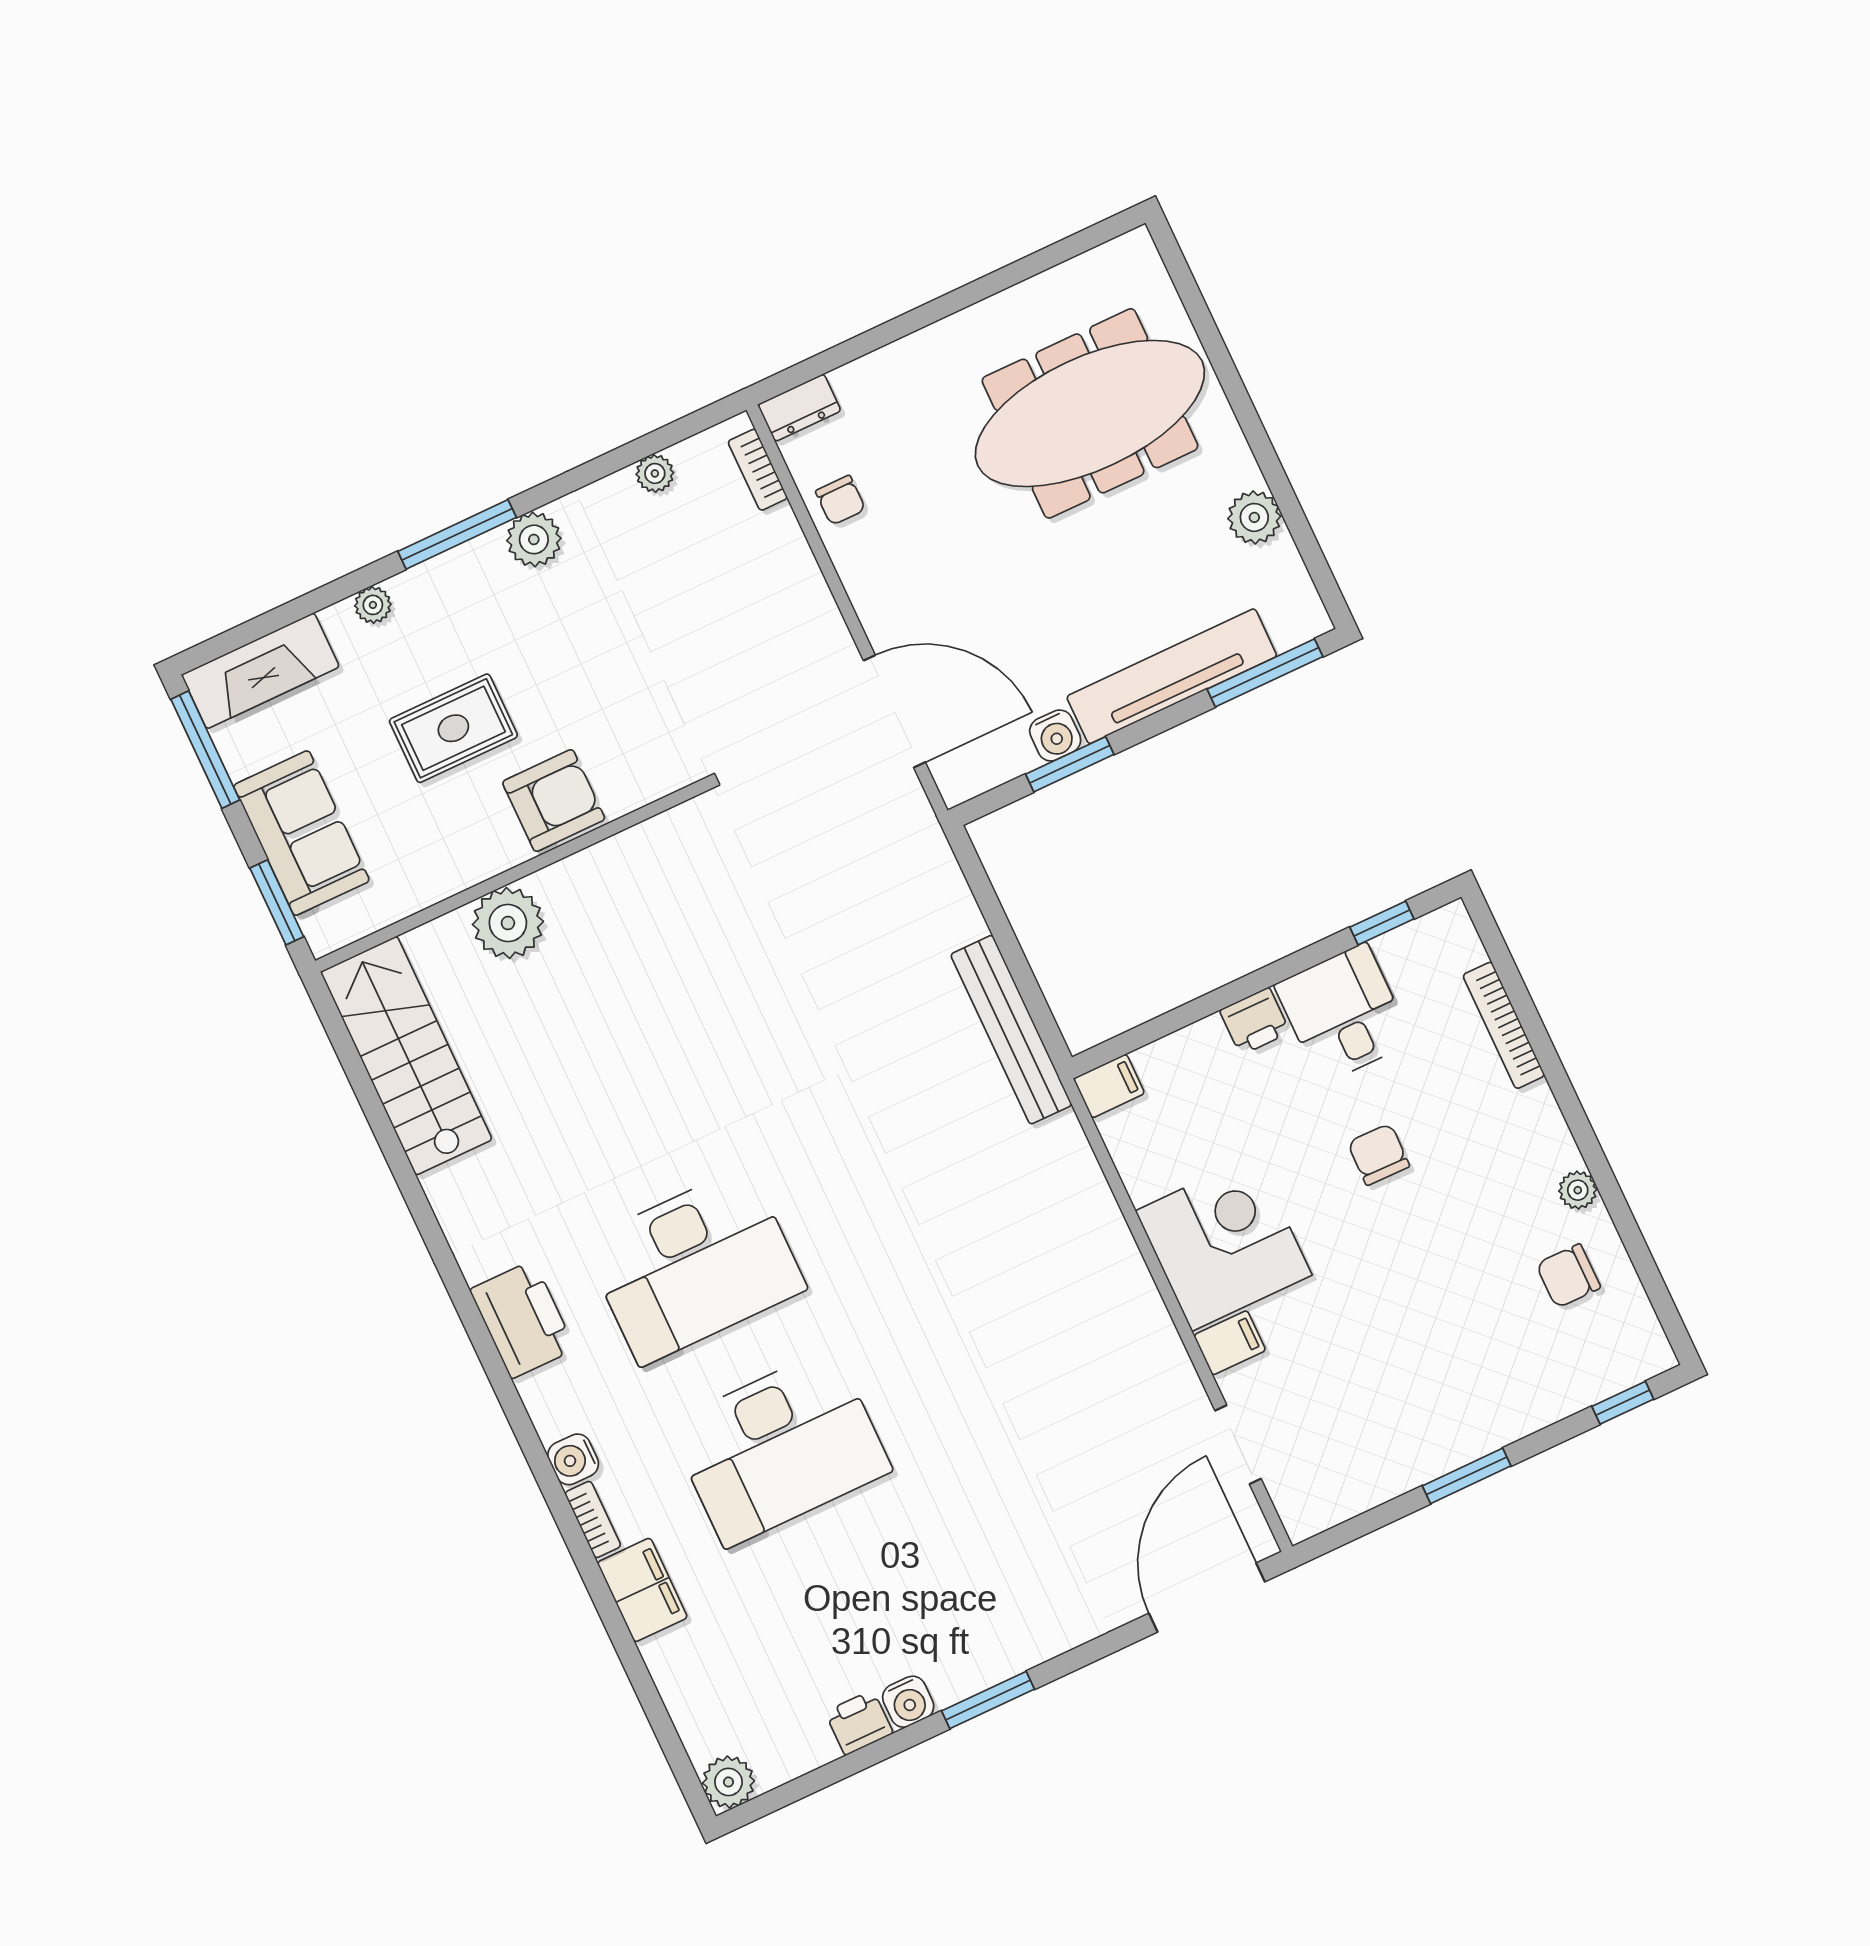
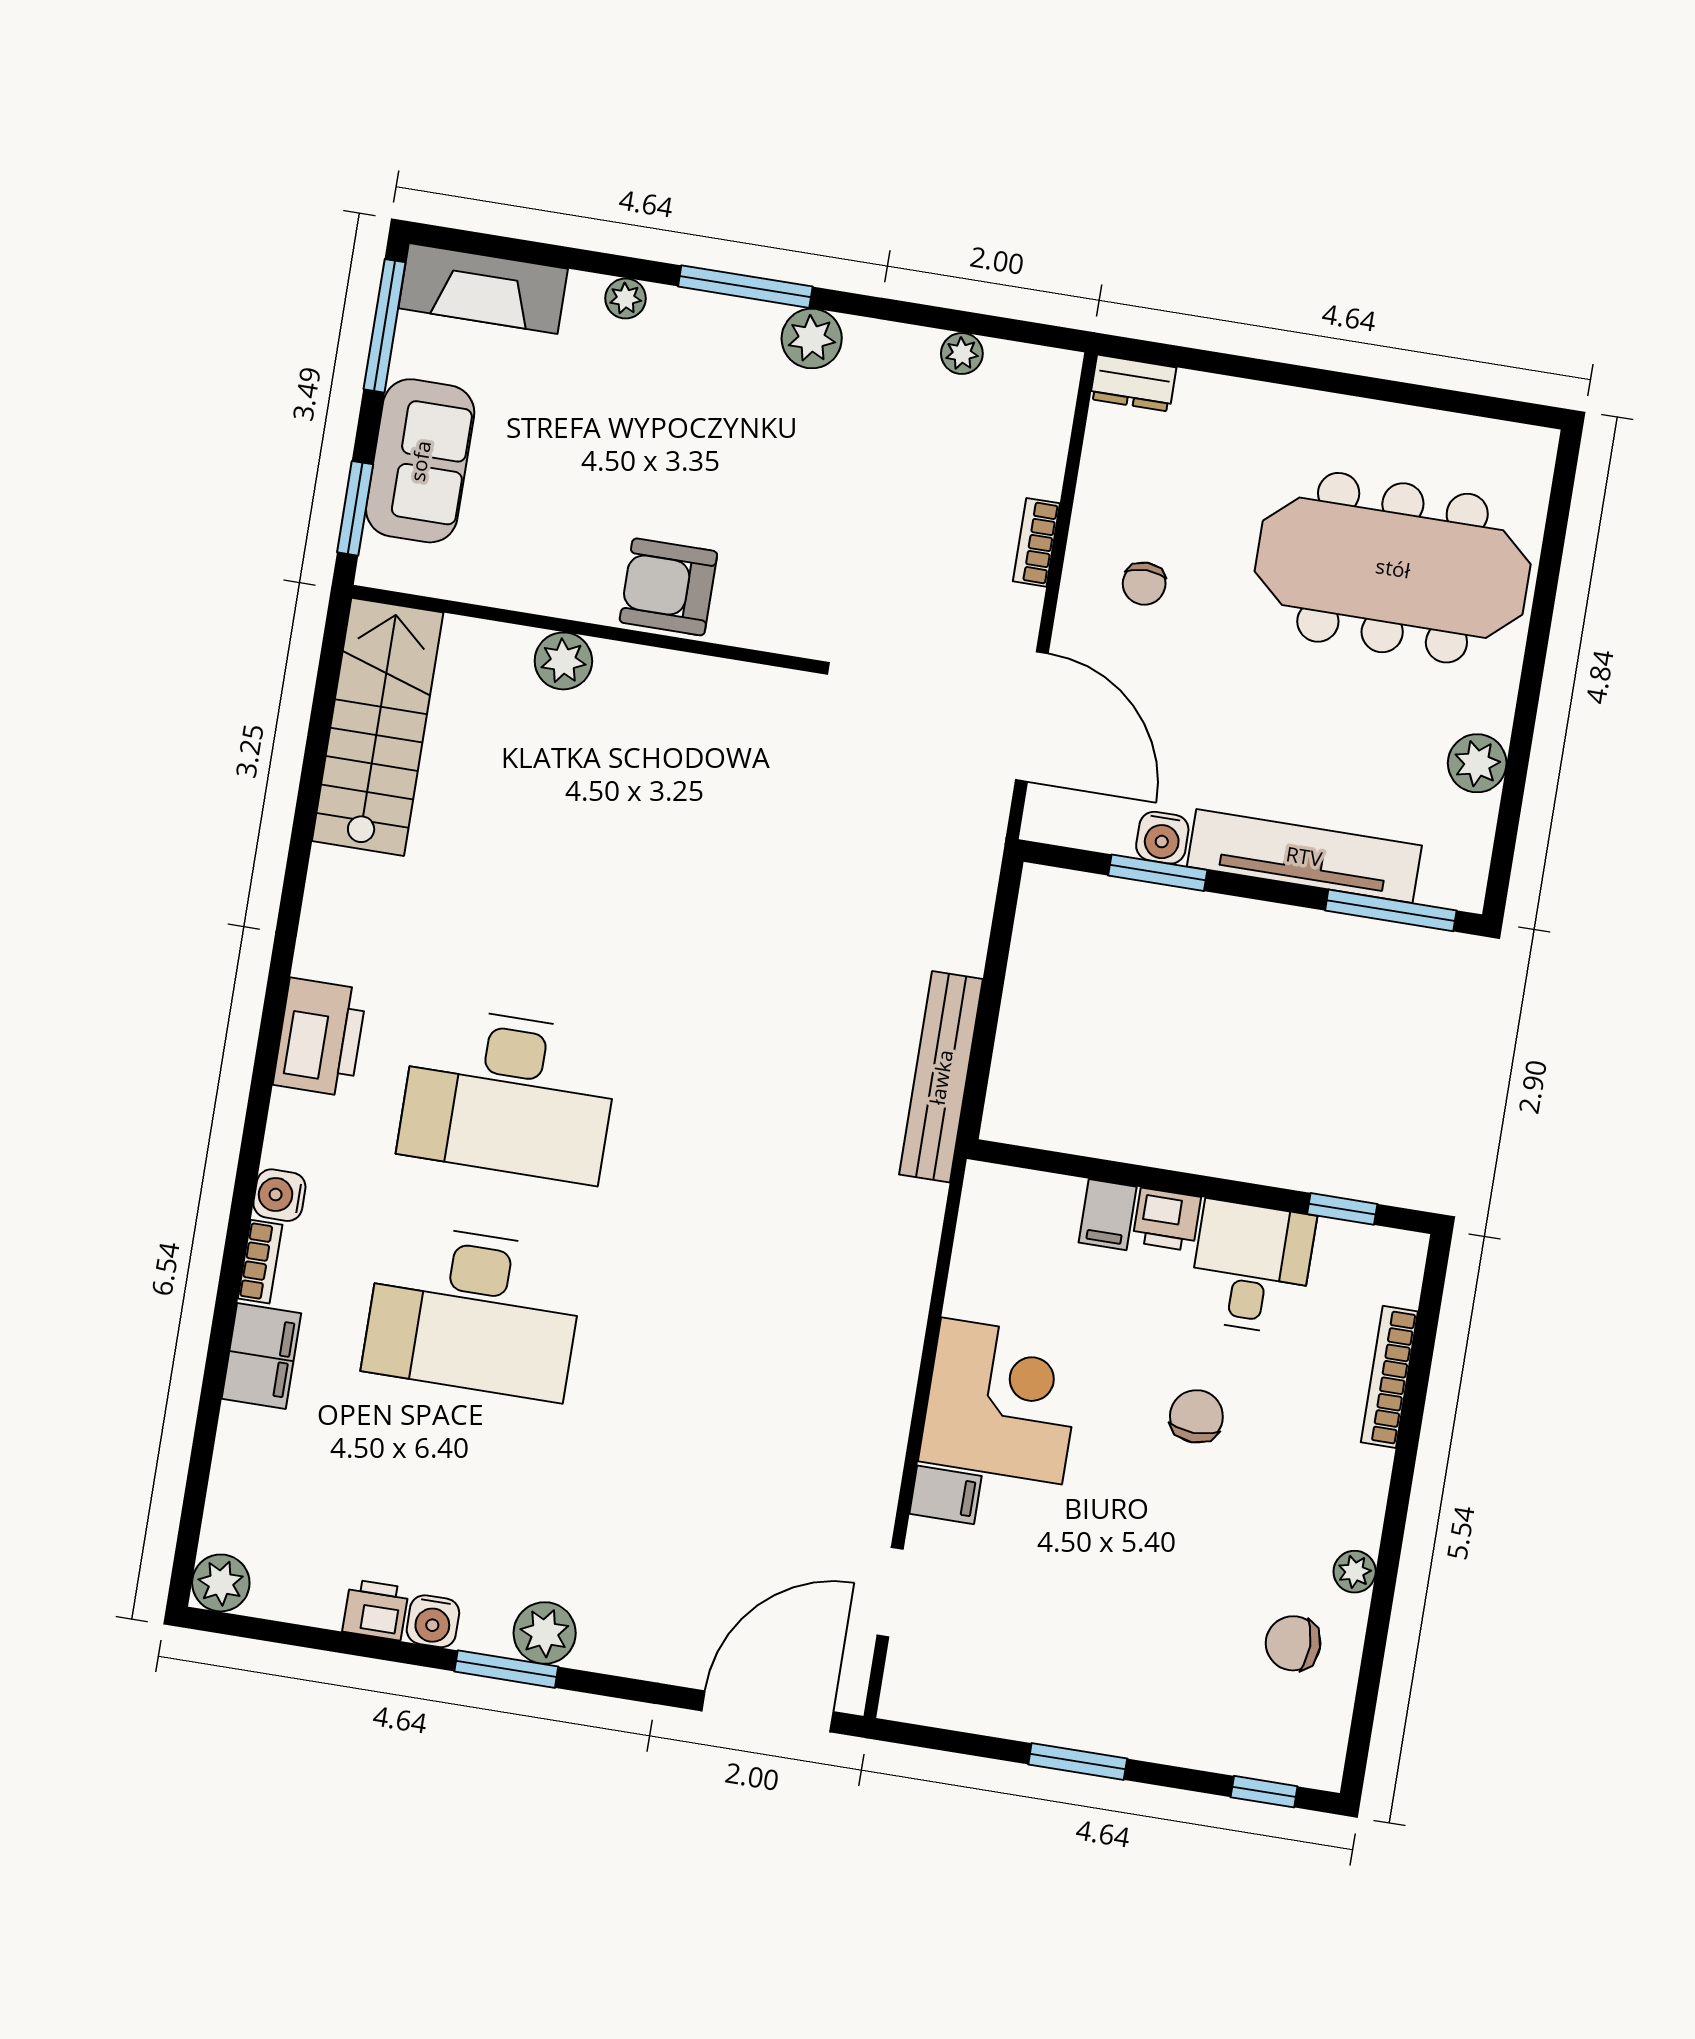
bookcase: (758, 470) -> (1036, 542), moved
chair: (840, 500) -> (1144, 584), moved
rug: (453, 728) -> (622, 460), removed
armchair: (554, 800) -> (668, 587), turned 180
plant: (508, 923) -> (563, 661), width x0.73, depth x0.73
filing cabinet: (1109, 1086) -> (1108, 1215), moved, turned 90
plant: (998, 1653) -> (545, 1633), added

